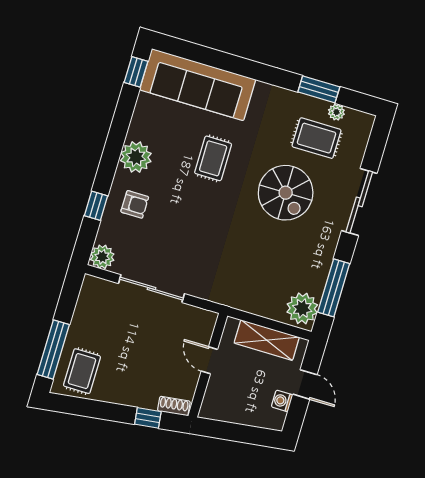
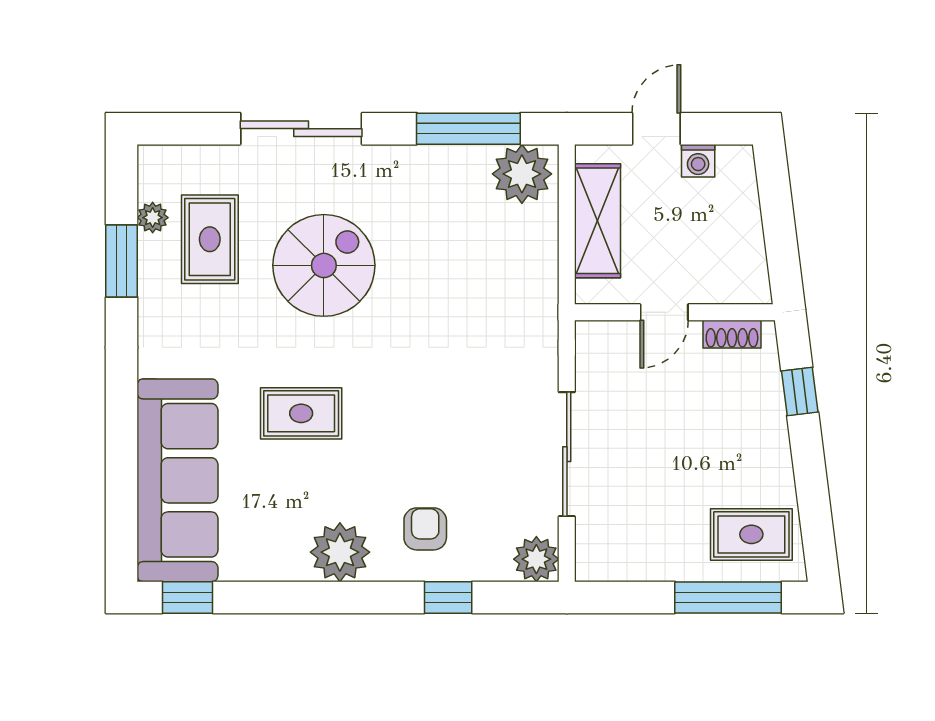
shoe rack: (174, 406) -> (732, 334), moved, turned -83

